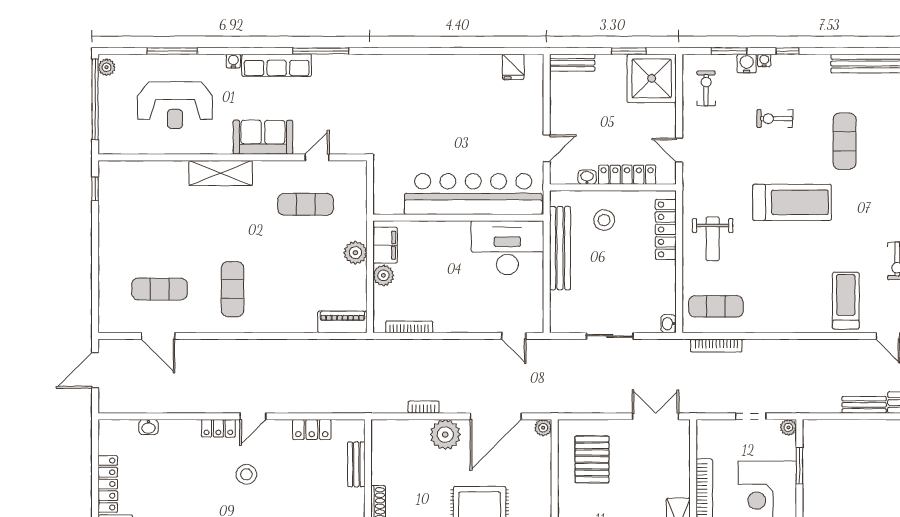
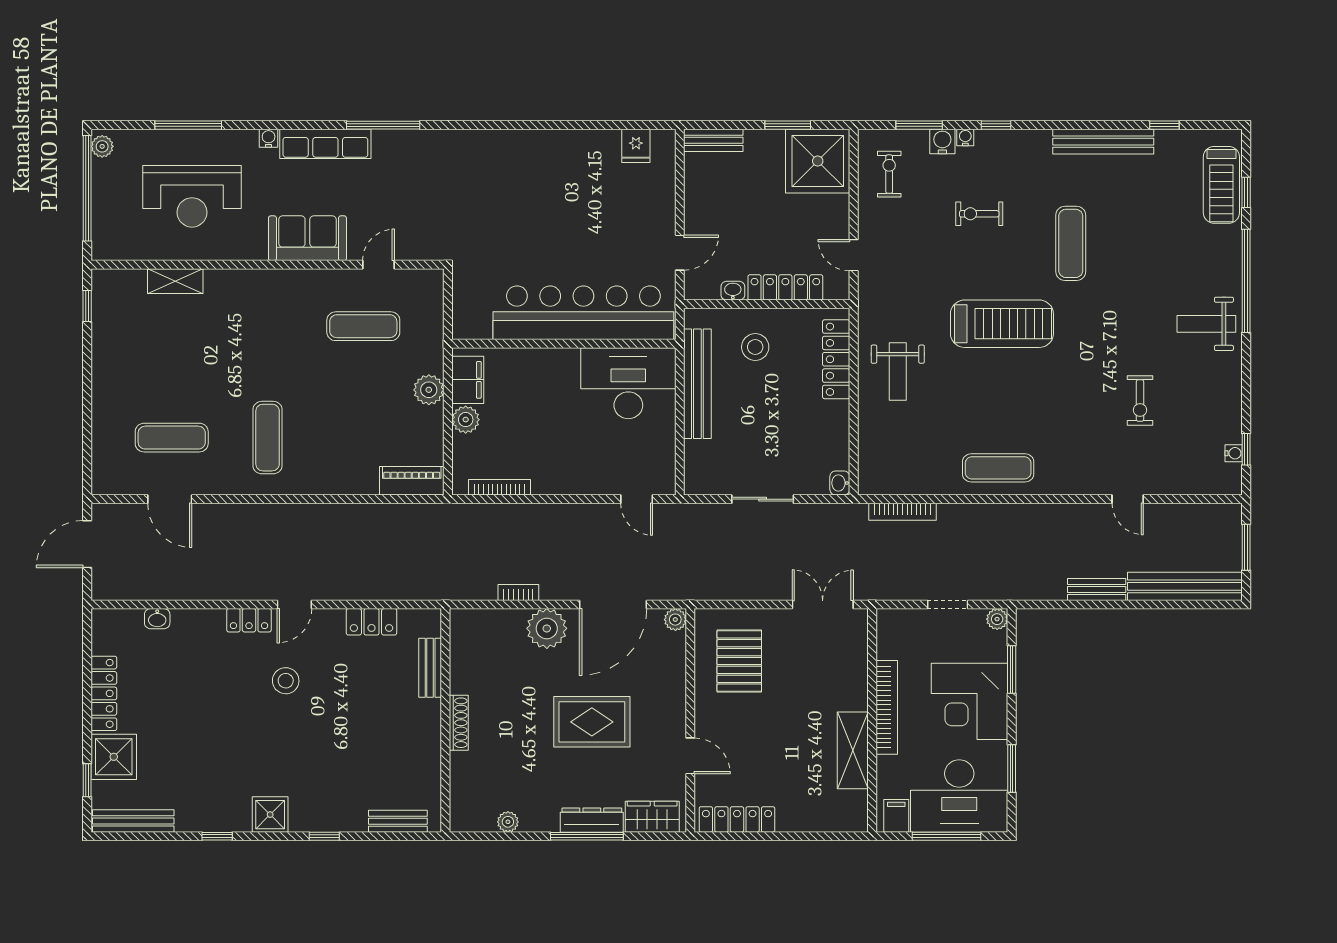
shelving: (221, 173) -> (175, 281), moved, width x0.67, depth x0.75
treadmill: (846, 301) -> (1073, 453), removed
exercise mat: (716, 306) -> (998, 468), moved

